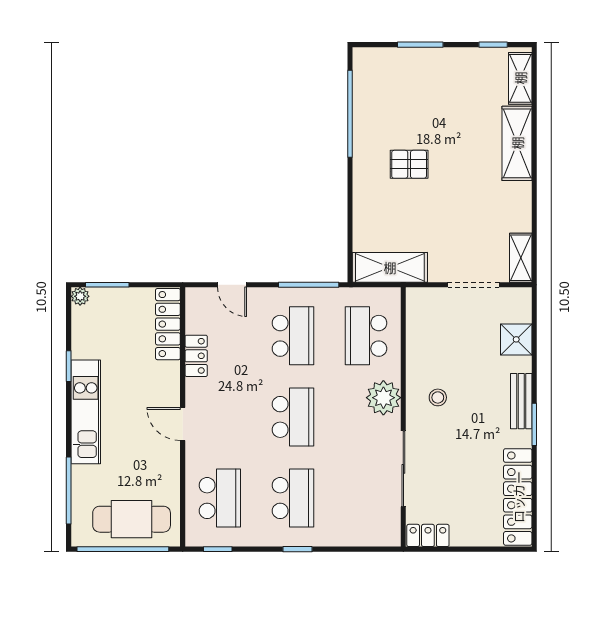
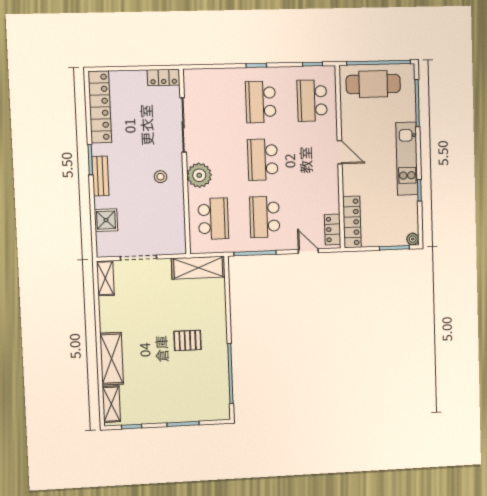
locker: (196, 356) -> (333, 229), moved

